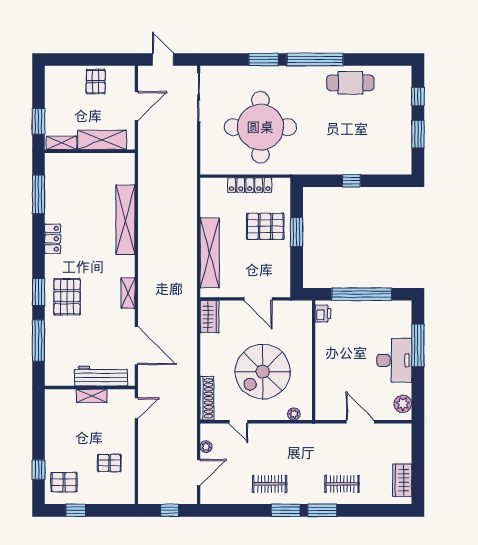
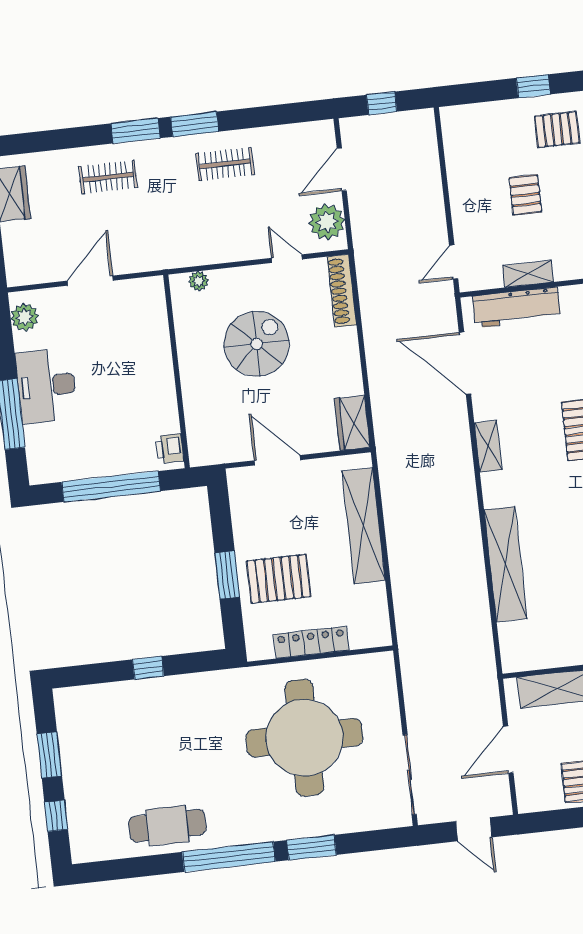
spiral stairs: (263, 372) -> (257, 344), width x0.73, depth x0.73
door: (360, 422) -> (90, 281), swing flipped
plant: (206, 447) -> (327, 222), width x1.88, depth x1.88
pallet: (109, 463) -> (525, 195), moved, turned 90

